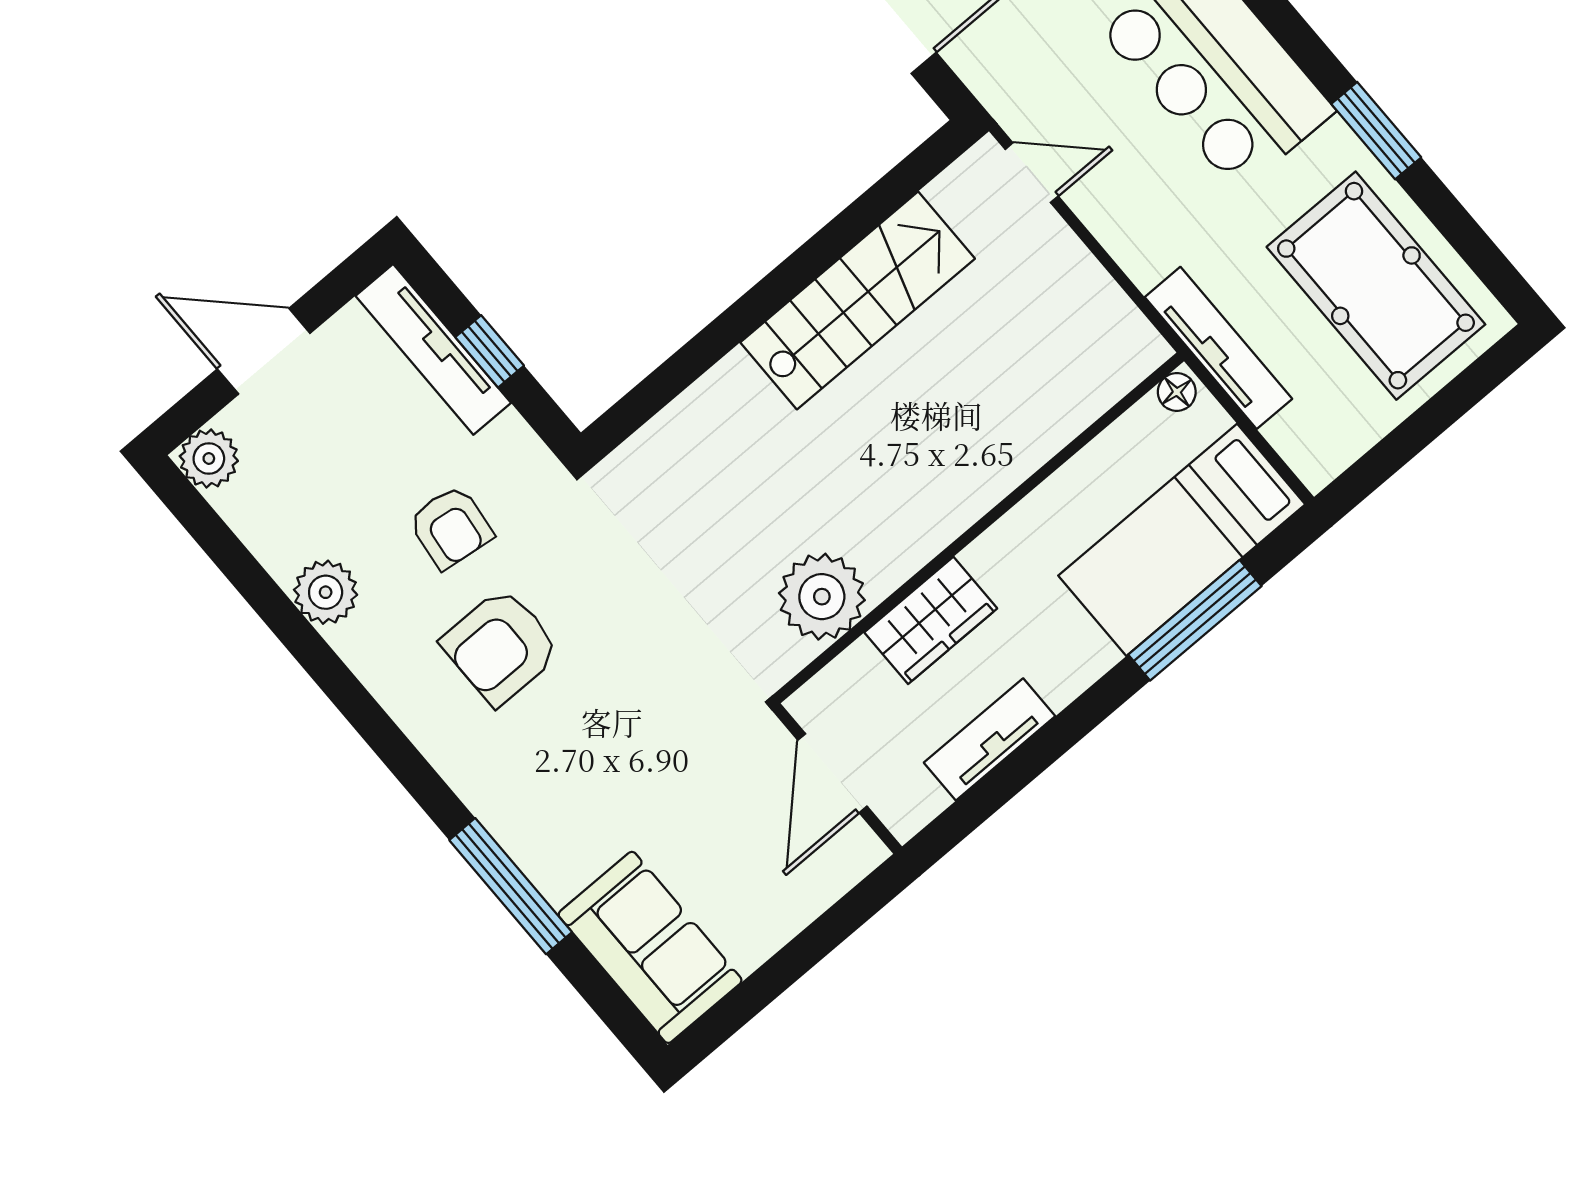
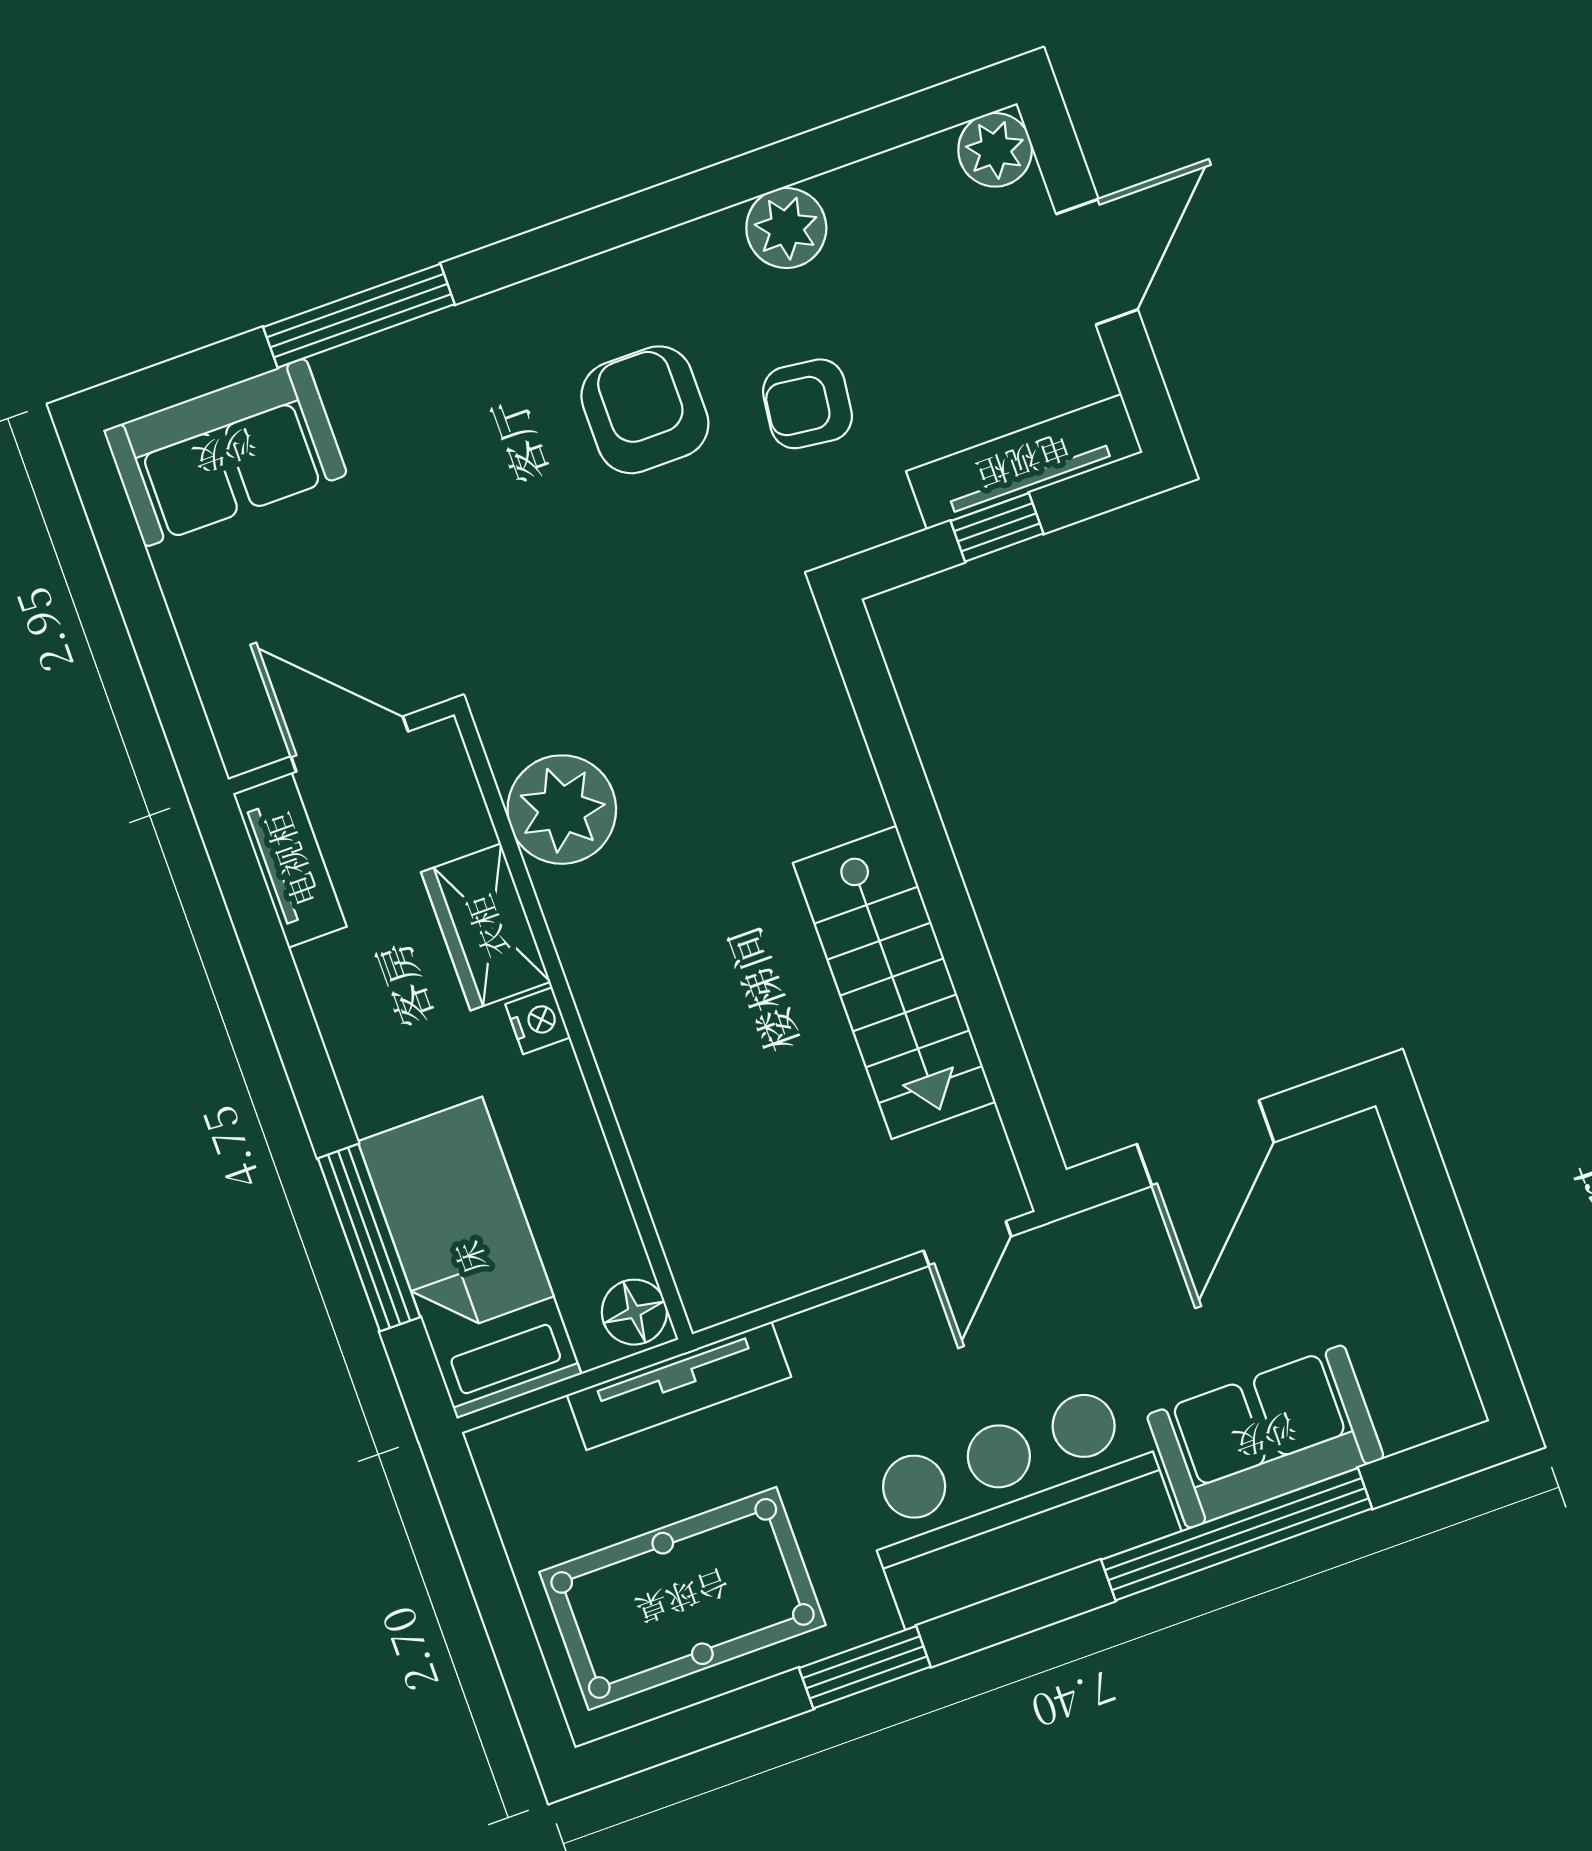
floor lamp: (1177, 392) -> (634, 1312), width x1.37, depth x1.37
nightstand: (986, 555) -> (538, 1021), added
tv unit: (990, 739) -> (290, 860), moved

